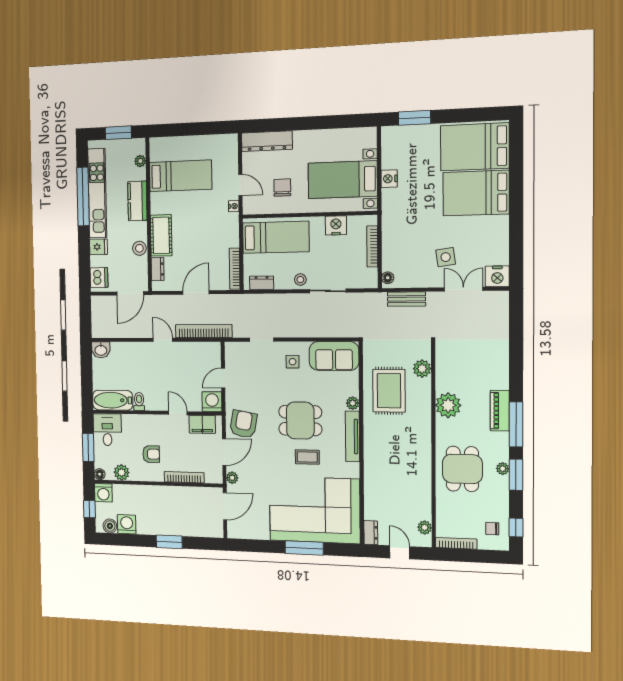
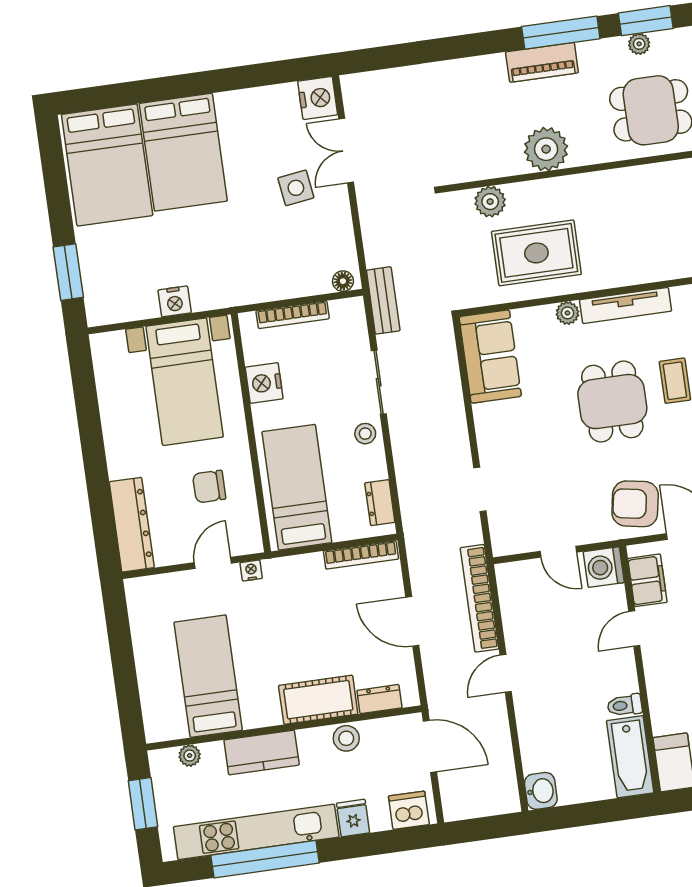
bench: (406, 299) -> (383, 300), moved
side table: (293, 362) -> (511, 429), removed

